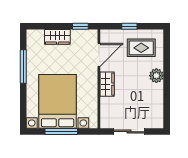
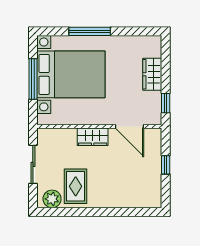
rug: (141, 48) -> (76, 186), moved
window: (23, 67) -> (90, 31), moved
plant: (156, 76) -> (52, 199), moved

